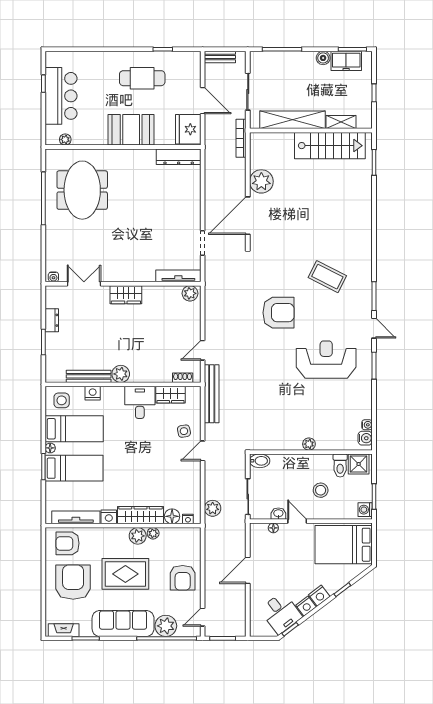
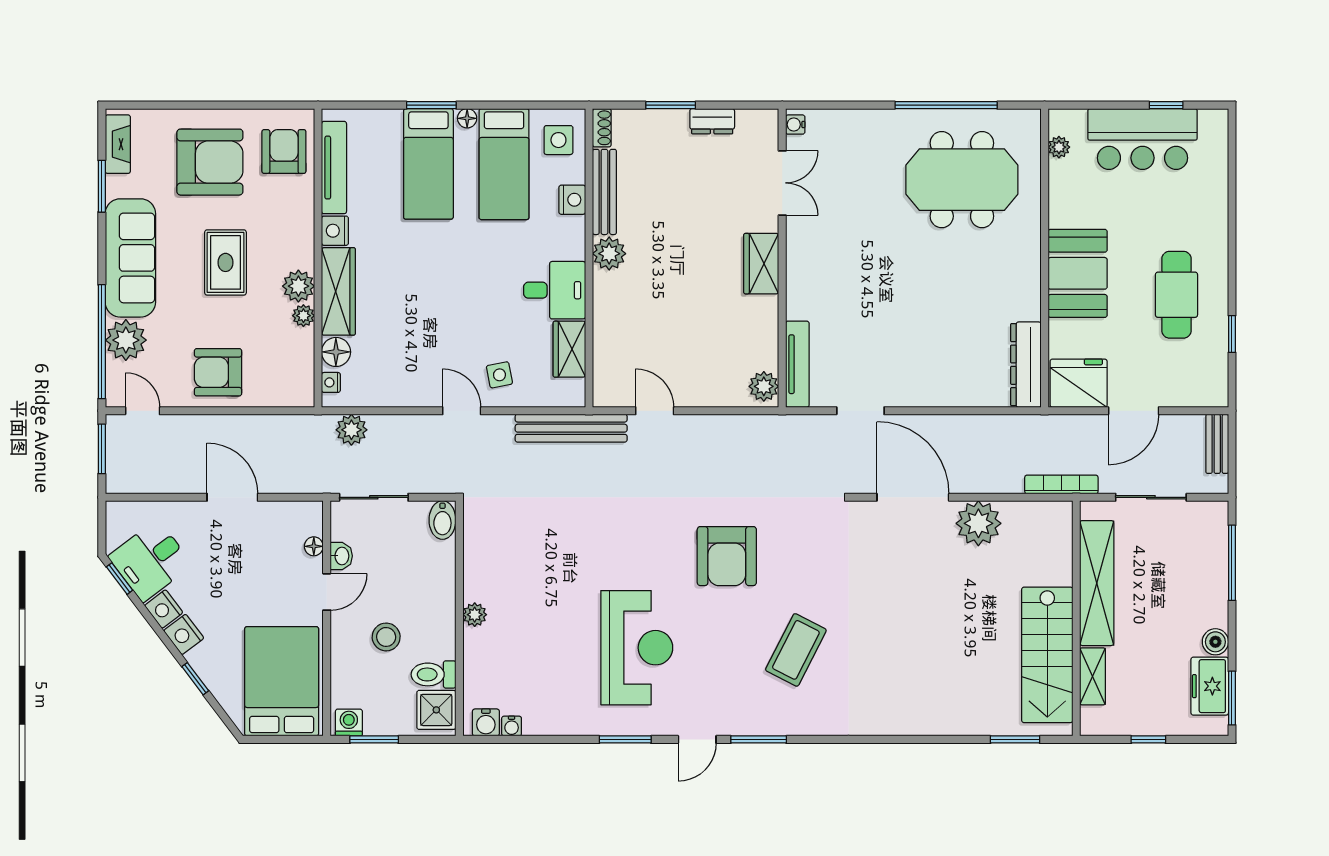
shoe rack: (183, 378) -> (602, 128), moved
rug: (125, 574) -> (225, 262), width x0.73, depth x0.70

